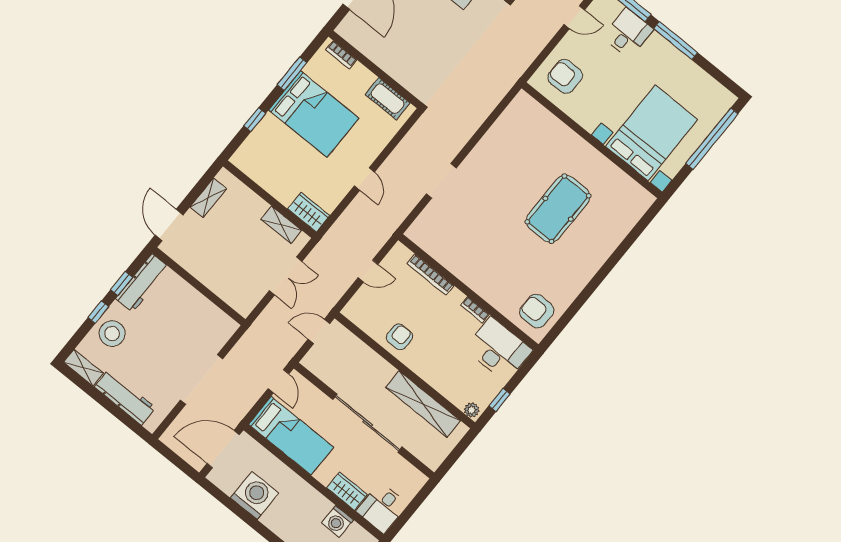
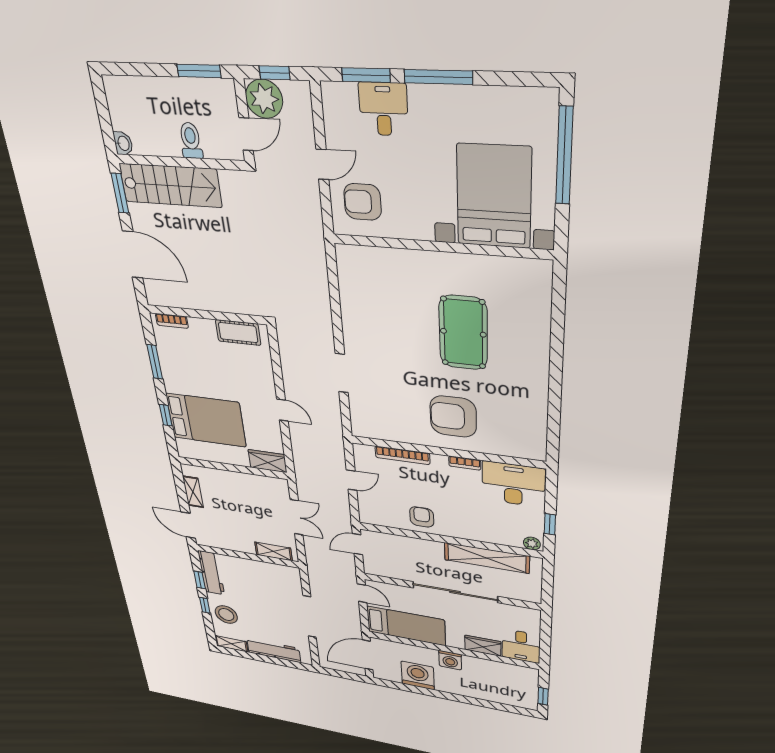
door: (574, 17) -> (322, 164), moved
bed: (314, 114) -> (206, 420), moved
shelving: (281, 225) -> (273, 551), moved
armchair: (537, 311) -> (453, 417), moved, width x1.36, depth x1.36
washing machine: (337, 521) -> (450, 660), moved

